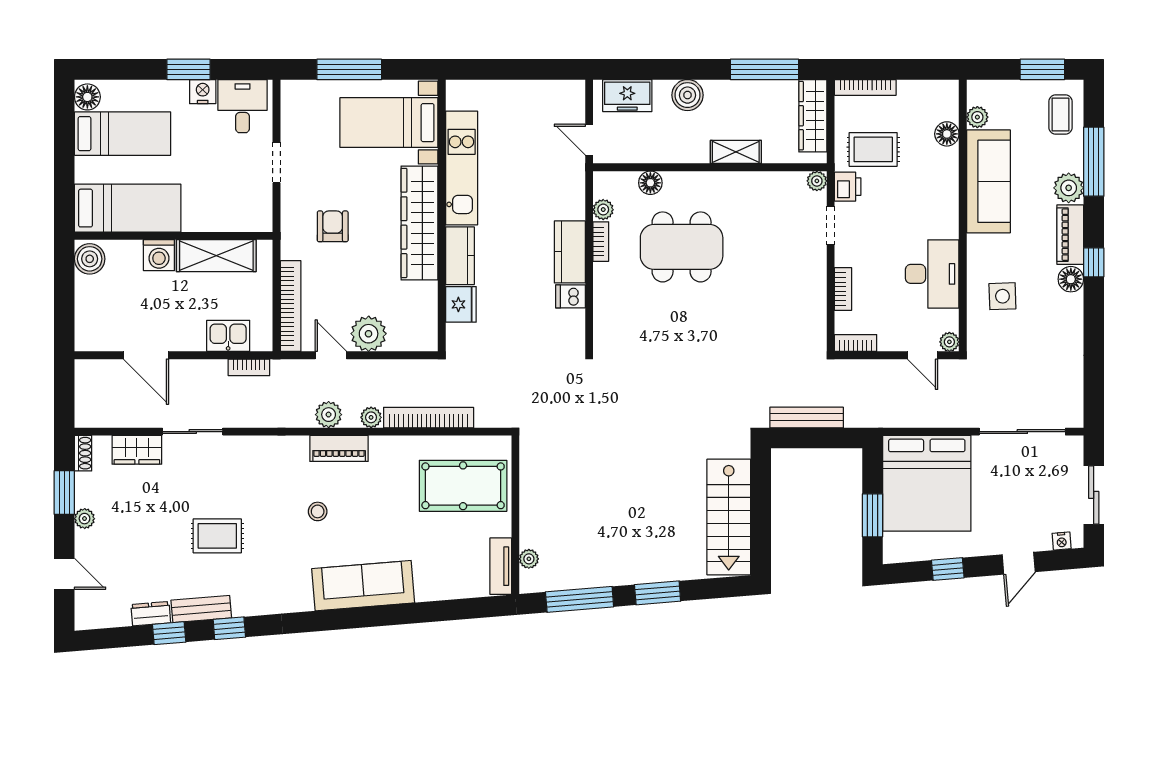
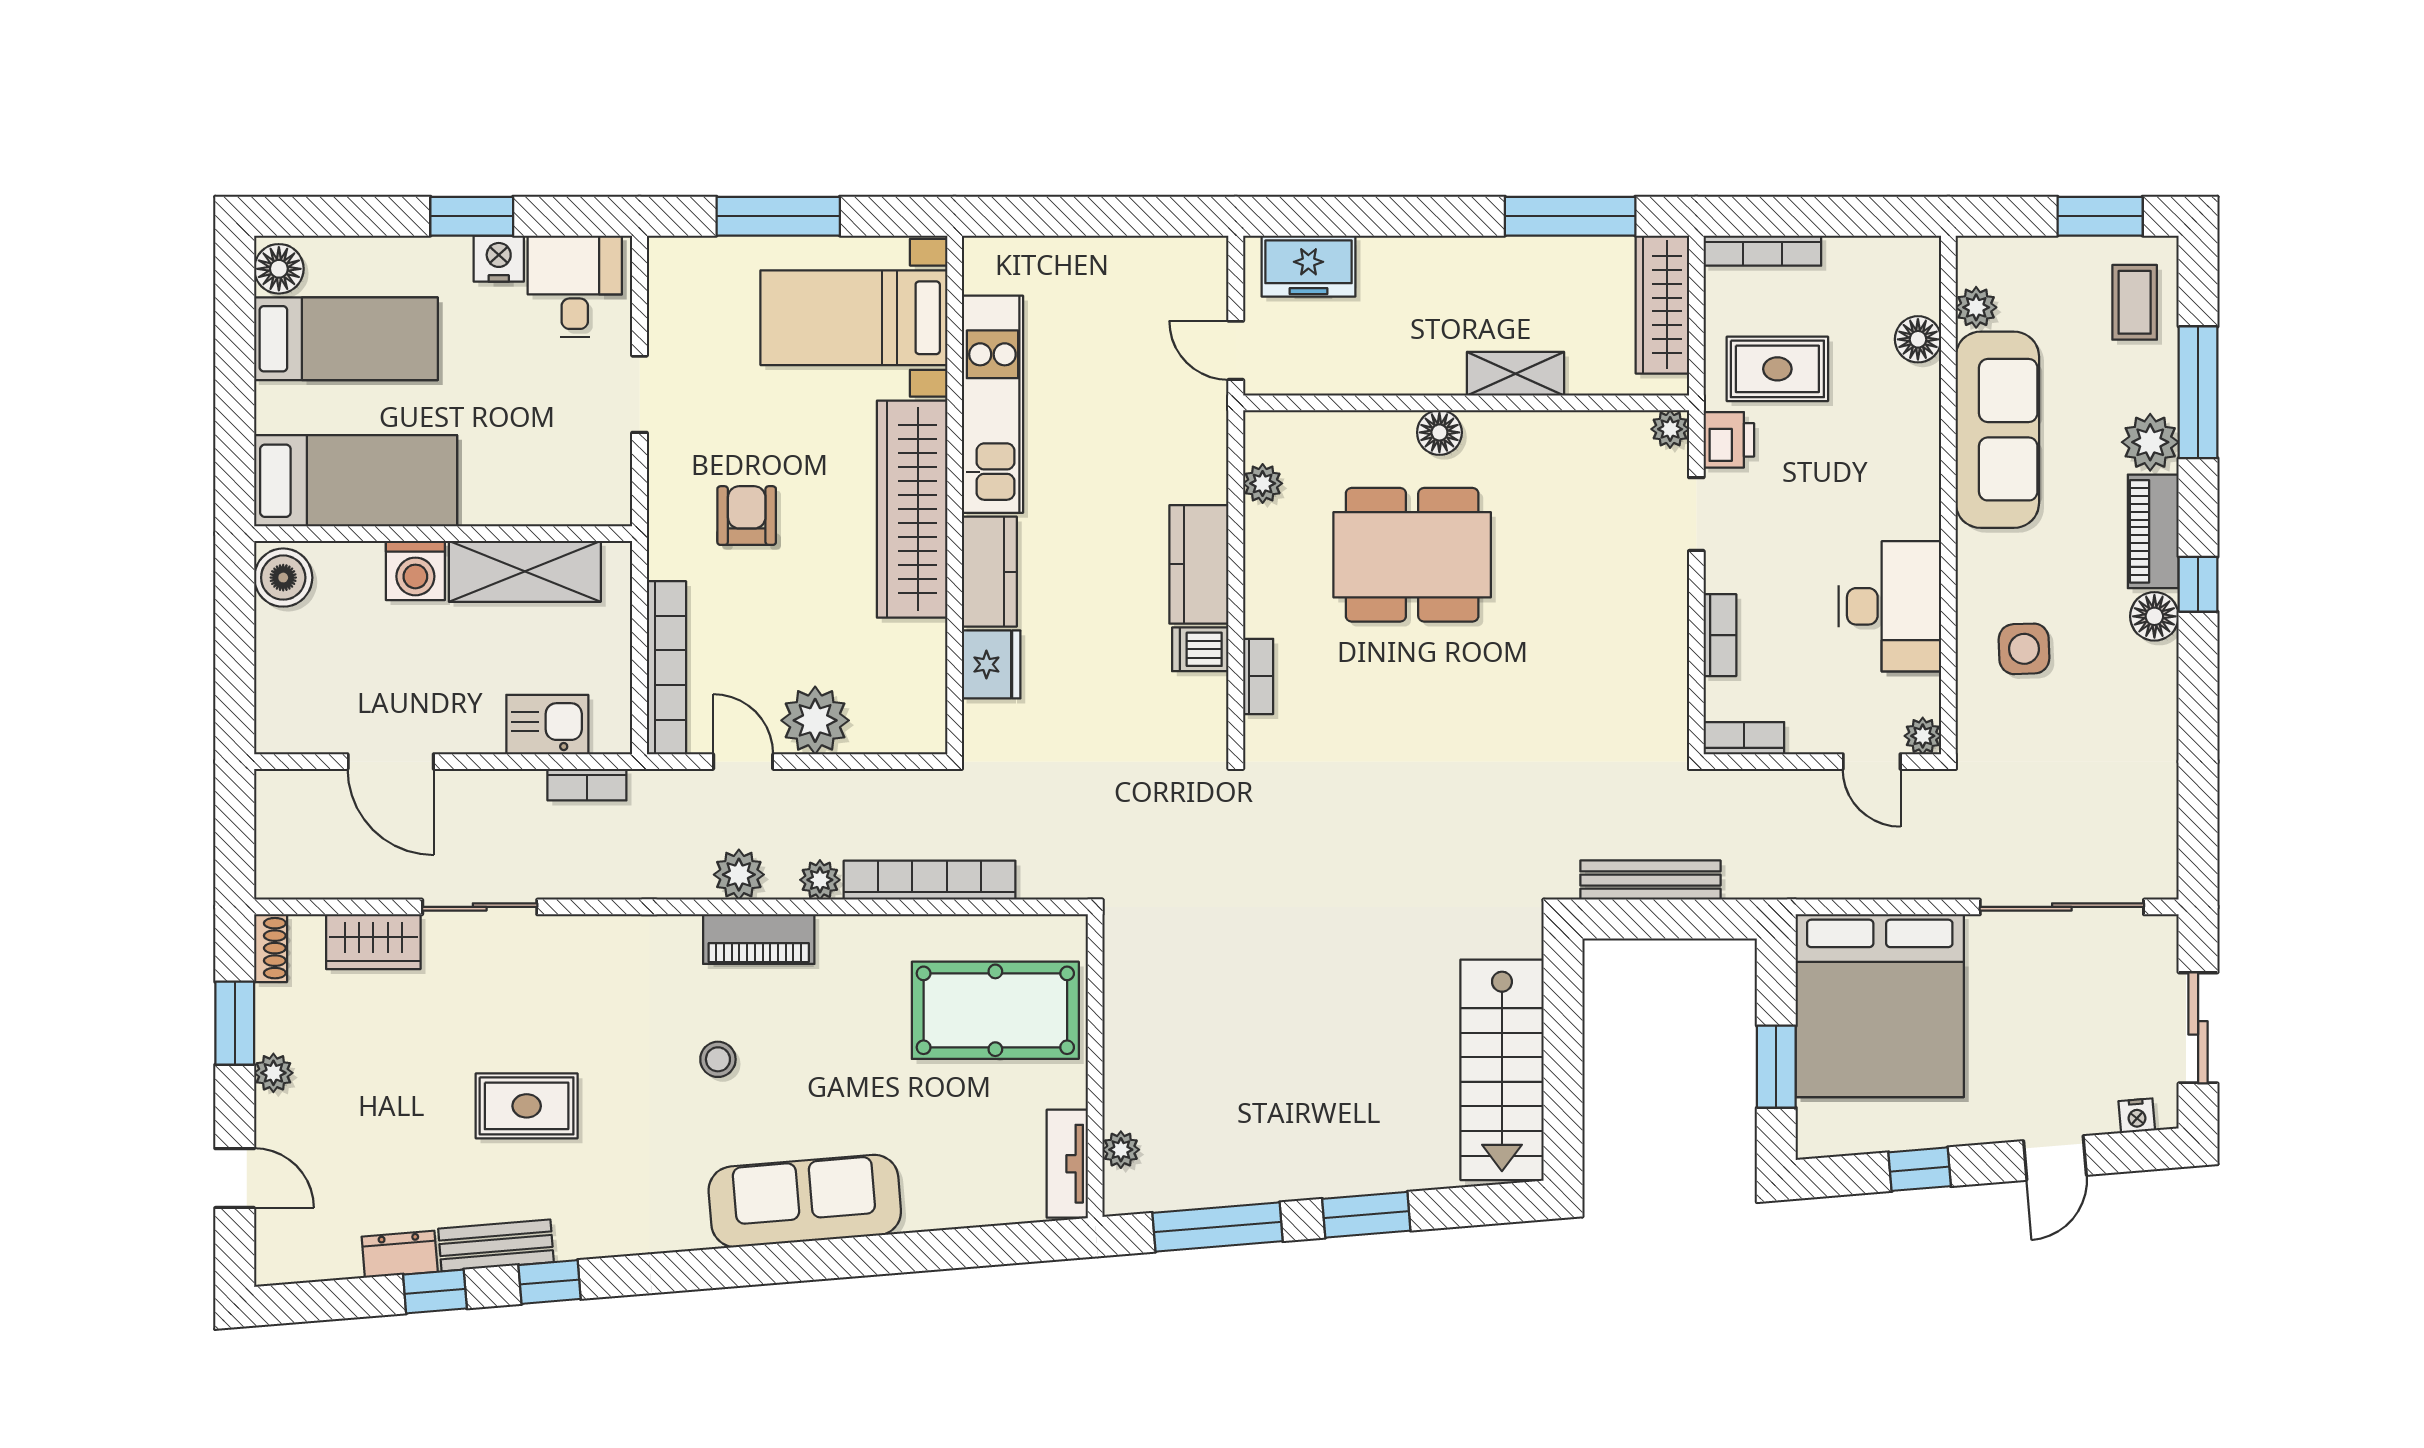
boiler: (687, 95) -> (1423, 265), removed
floor lamp: (650, 183) -> (1439, 432), moved
bookcase: (601, 242) -> (1258, 676), moved

